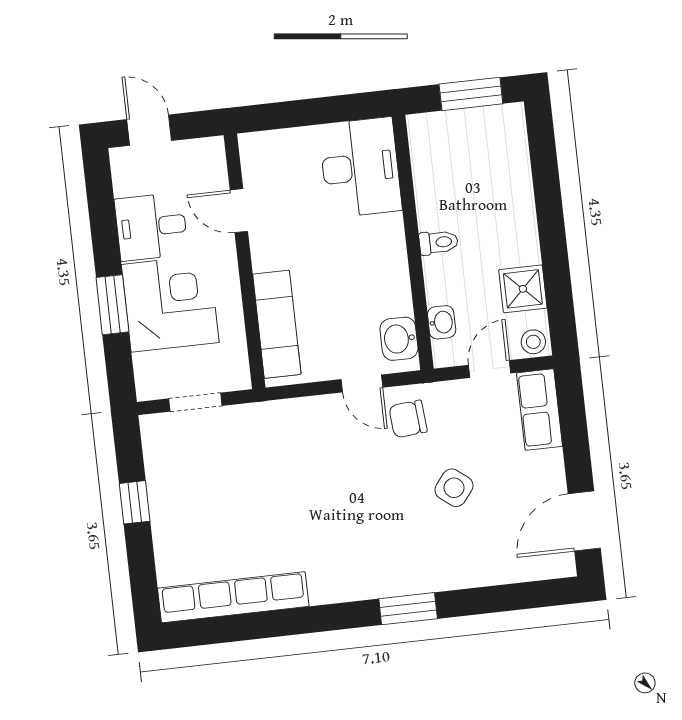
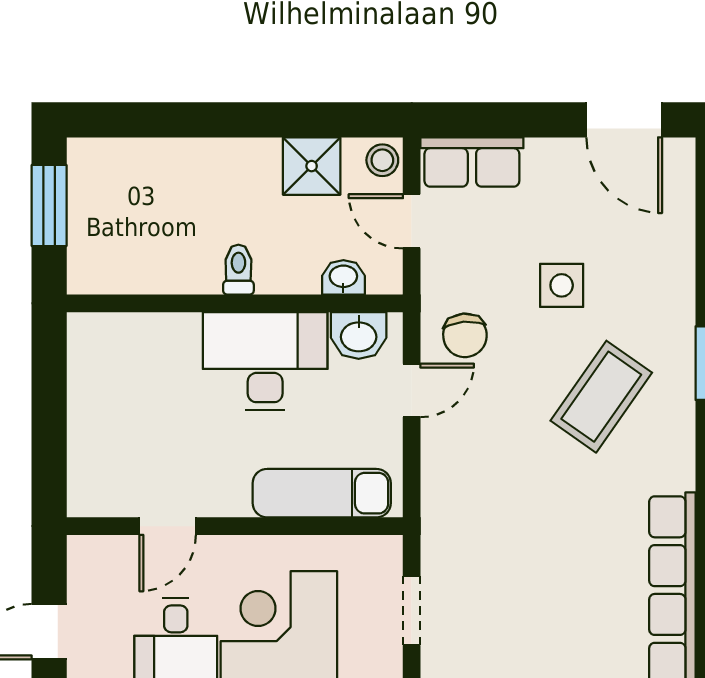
desk: (360, 167) -> (265, 361), moved
side table: (454, 488) -> (562, 285), turned -38
coffee table: (373, 527) -> (601, 397), added

